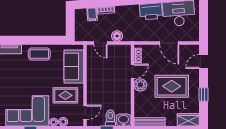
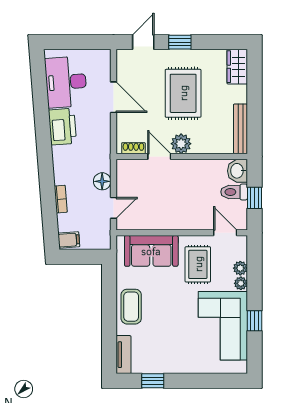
filing cabinet: (92, 14) -> (69, 240), moved
door: (169, 43) -> (114, 97), hinge flipped
door: (203, 61) -> (143, 42), swing flipped
window: (203, 95) -> (180, 42), moved

